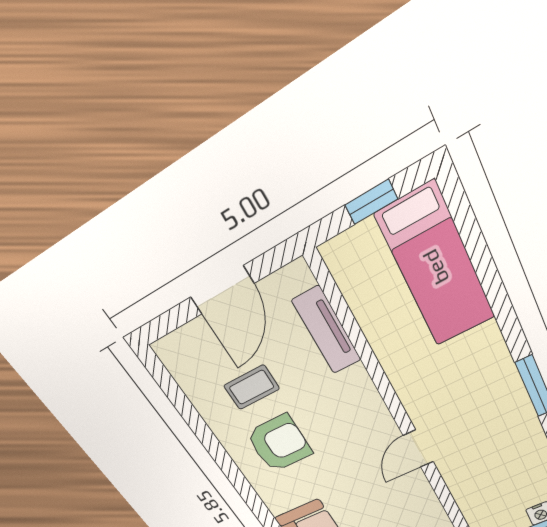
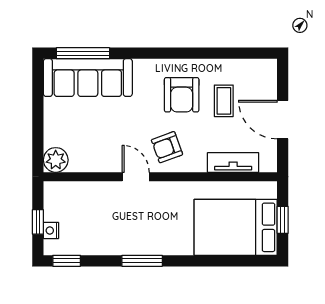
bed: (436, 267) -> (236, 227), width x1.50
armchair: (357, 429) -> (167, 147), added

